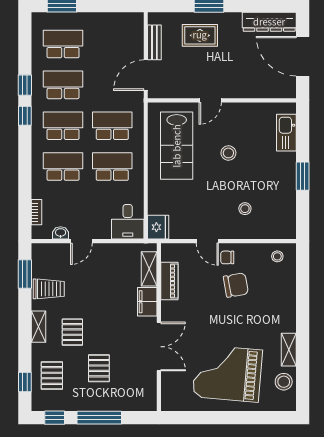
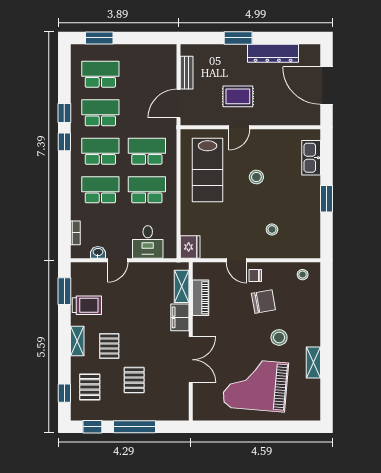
dresser: (269, 22) -> (273, 53), moved
rug: (200, 35) -> (238, 96), moved
desk: (128, 222) -> (148, 242), moved
stool: (284, 382) -> (279, 337), moved

